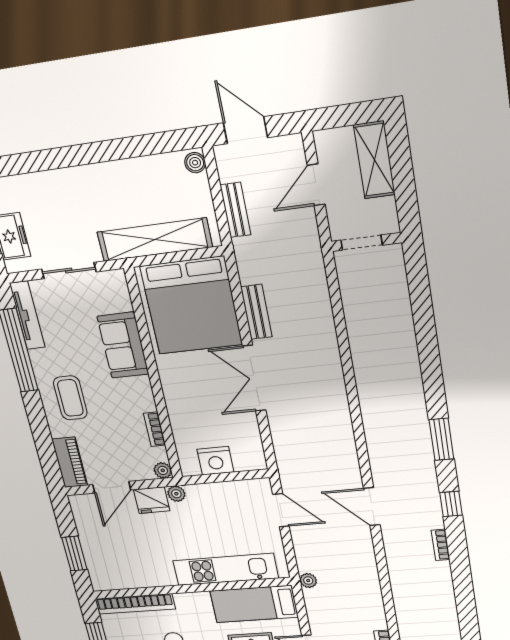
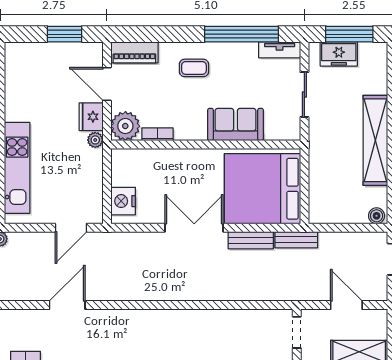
bench: (235, 210) -> (296, 240), moved
shelving: (155, 240) -> (375, 140), moved
tv unit: (27, 315) -> (280, 50), width x0.71
coffee table: (70, 398) -> (194, 68), width x0.73, depth x0.77
nightstand: (215, 461) -> (123, 201), moved
plant: (163, 470) -> (125, 126), width x1.87, depth x1.87
window: (74, 554) -> (64, 34), moved

